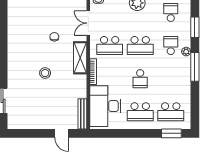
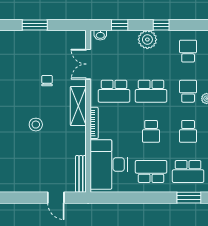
school desk: (171, 79) -> (188, 131), added
school desk: (140, 112) -> (151, 171), turned 180

